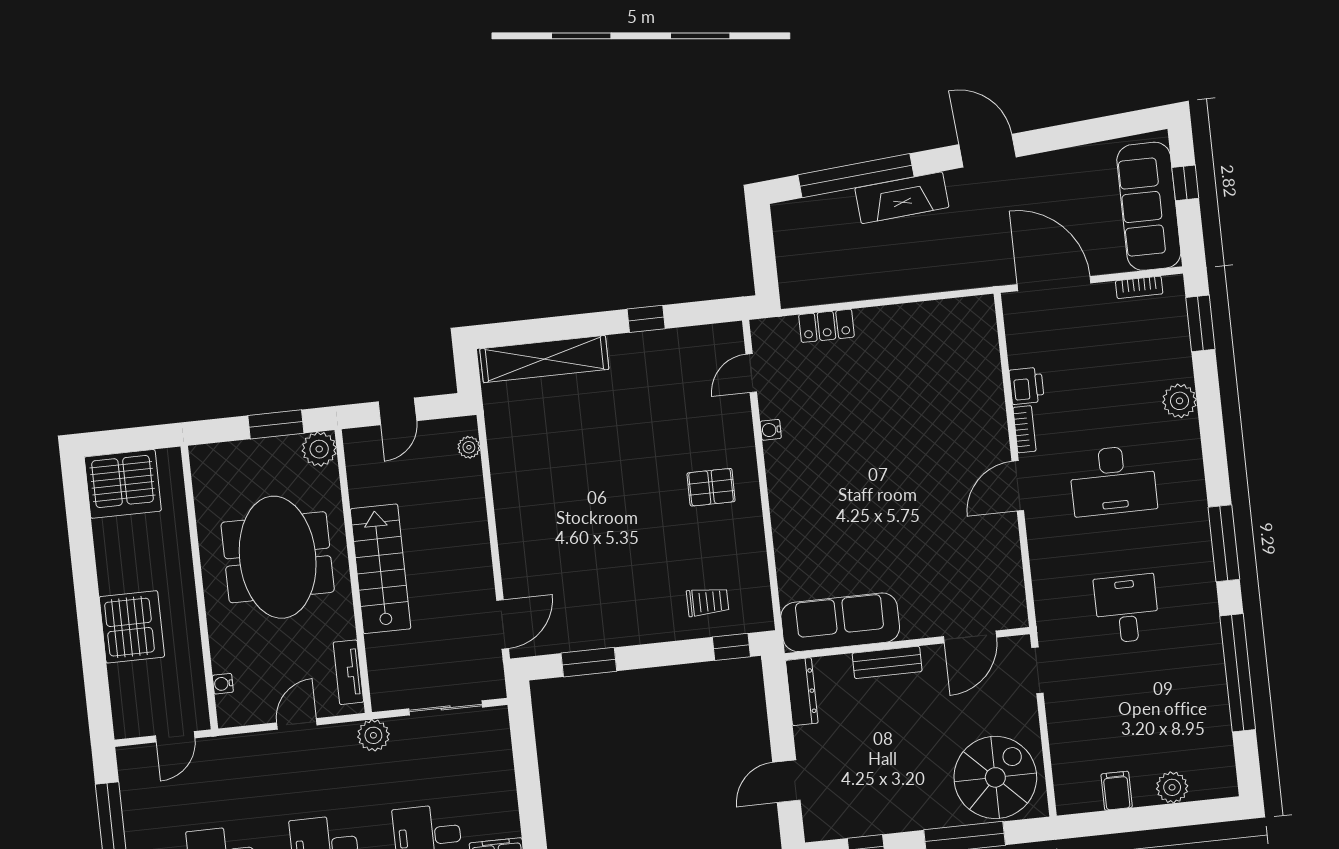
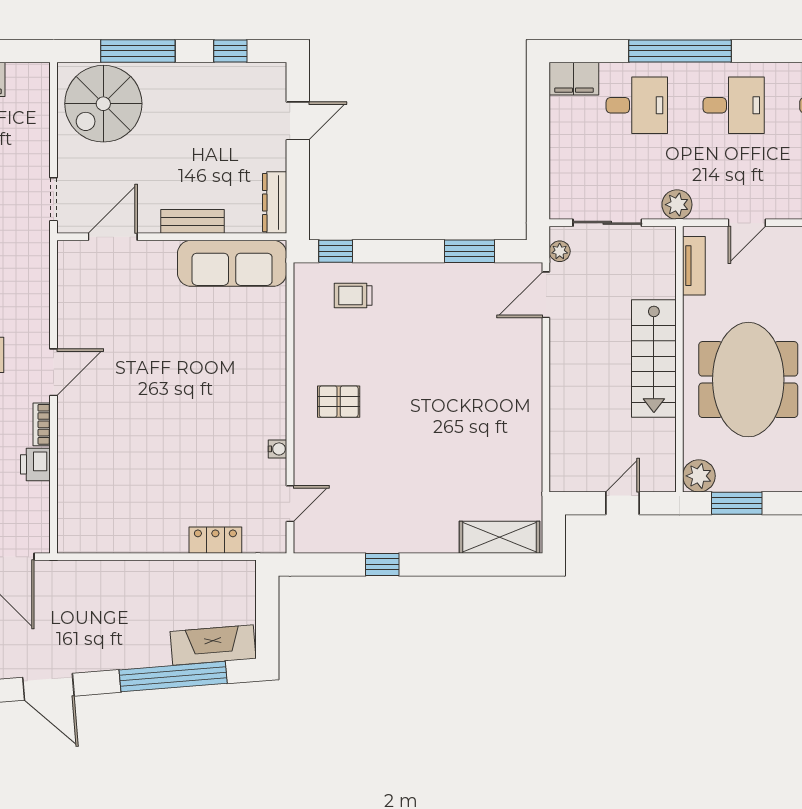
fireplace: (902, 198) -> (213, 645), moved
shelving: (544, 359) -> (500, 537), width x0.68
plant: (469, 447) -> (560, 251), moved

